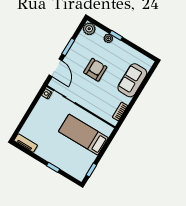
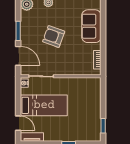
armchair: (95, 70) -> (54, 37), turned -70
door: (21, 124) -> (18, 123), added
bed: (83, 135) -> (44, 105), moved, turned 180

